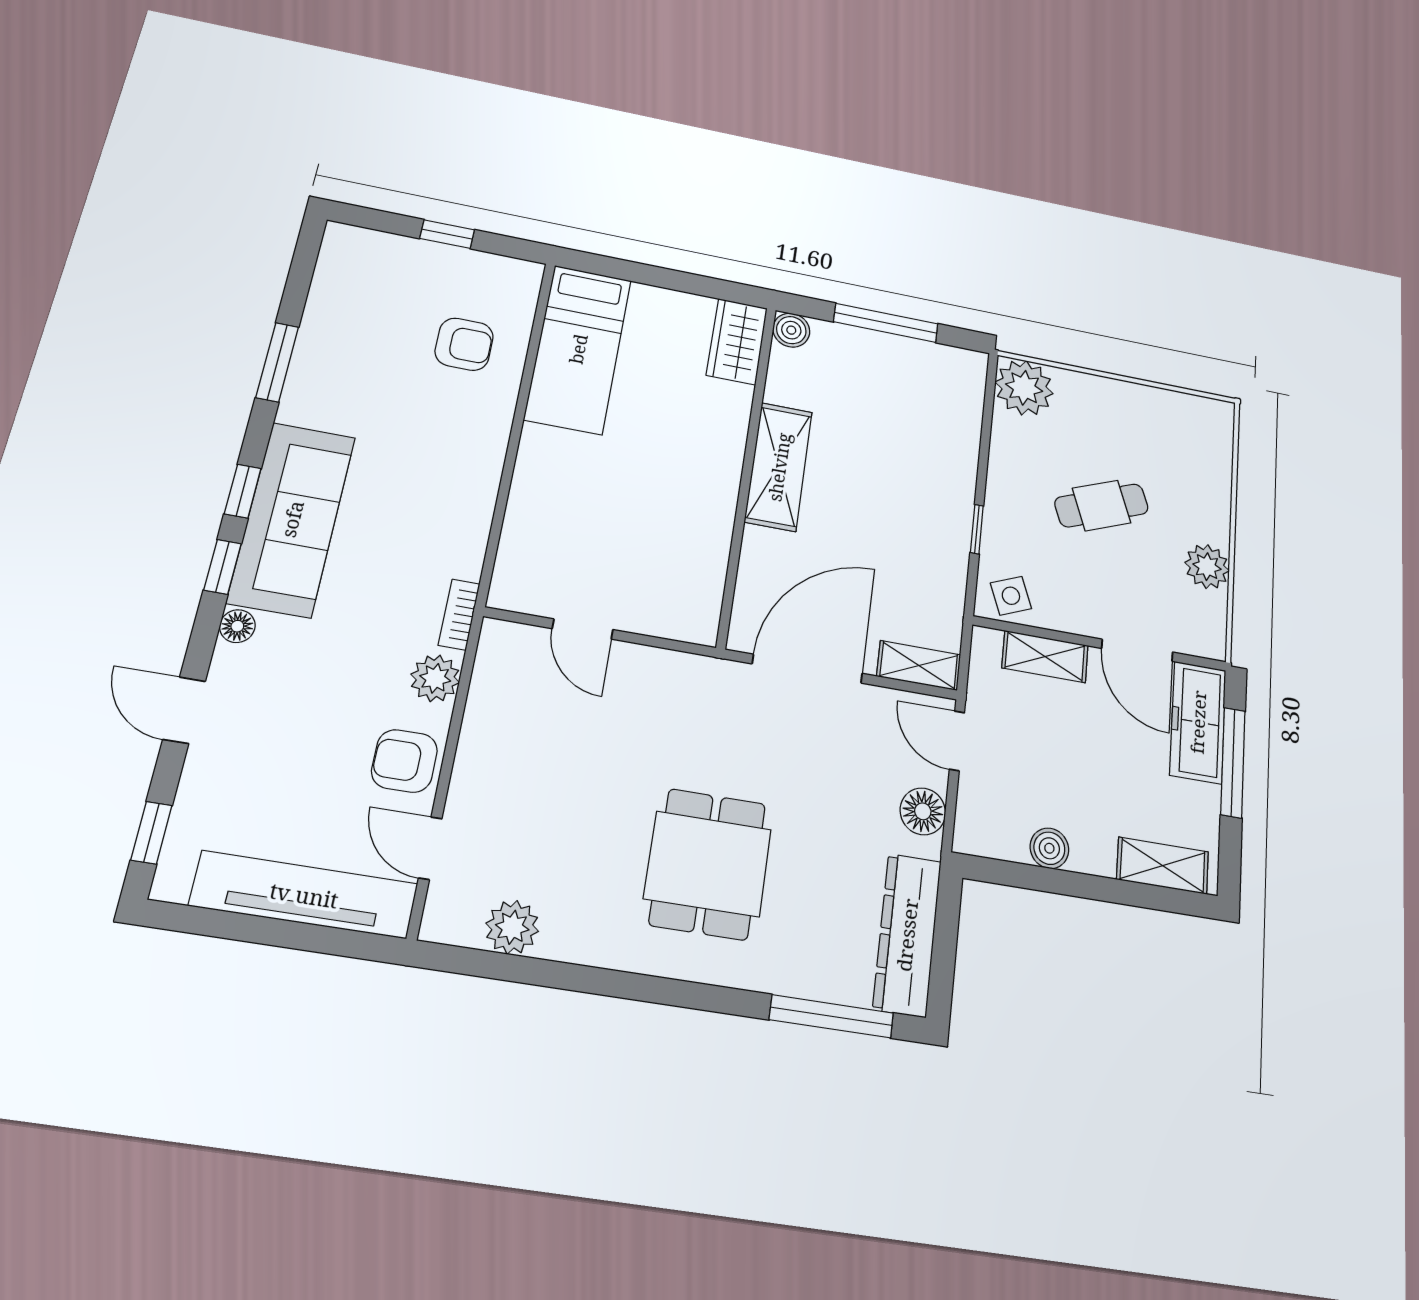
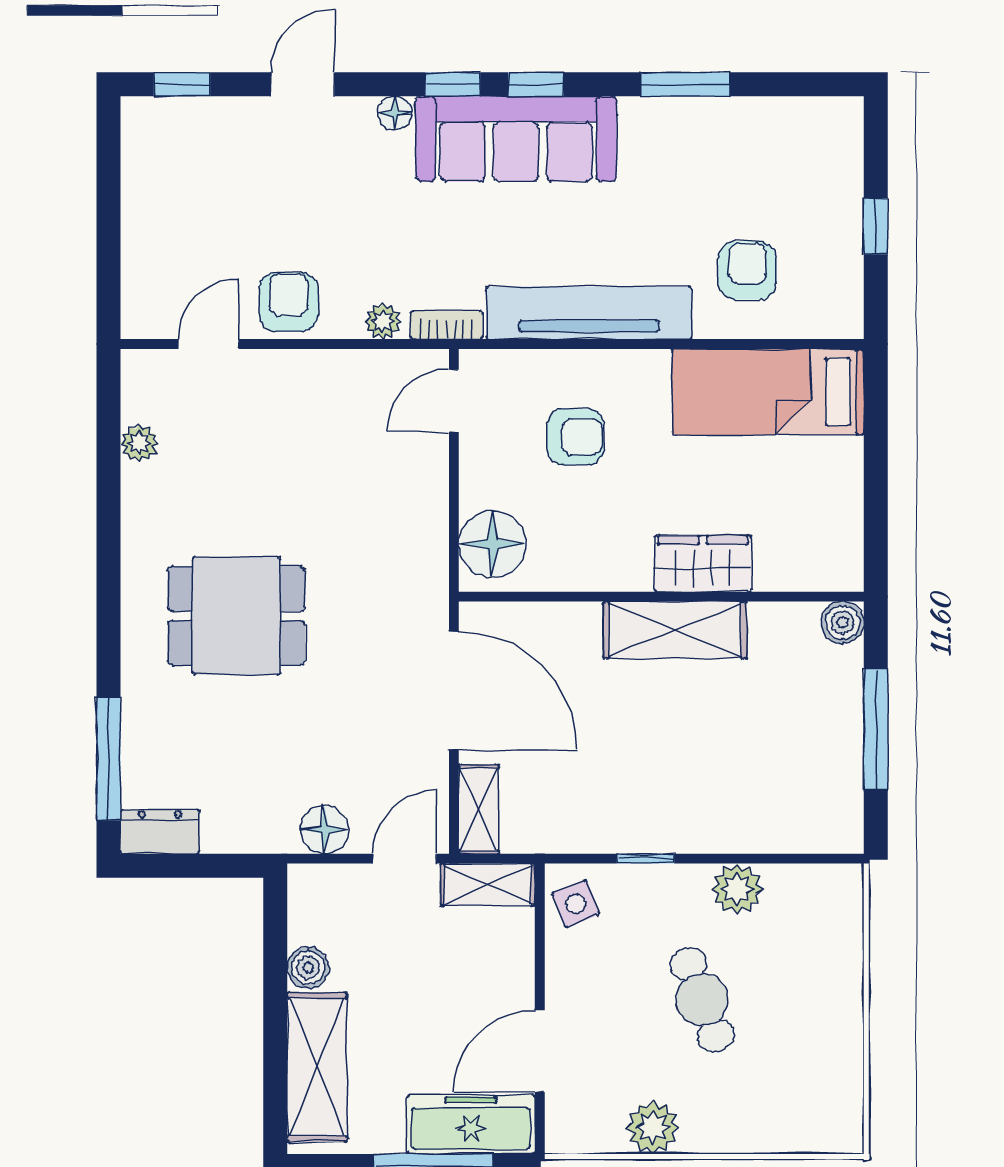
wardrobe: (737, 341) -> (703, 564), moved
armchair: (464, 344) -> (747, 270), turned 180
plant: (1024, 388) -> (737, 889), moved, width x0.73, depth x0.73
armchair: (589, 518) -> (575, 437), added
floor lamp: (676, 610) -> (492, 544), added
door: (583, 629) -> (454, 401), moved
shelving: (1045, 657) -> (488, 885), moved, turned 90
plant: (435, 678) -> (383, 321), width x0.73, depth x0.73
shelving: (1163, 866) -> (317, 1067), width x1.50, depth x1.33
tv unit: (304, 895) -> (589, 313), moved, turned -90
plant: (512, 927) -> (139, 443), width x0.73, depth x0.73
dresser: (907, 935) -> (160, 832), width x0.51, depth x0.80

